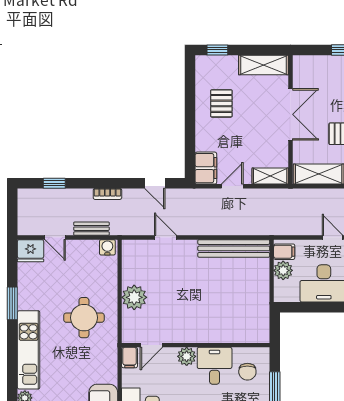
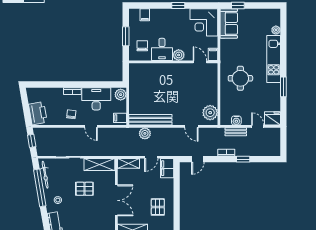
double door: (290, 114) -> (116, 200), swing flipped
window: (54, 183) -> (243, 159), moved
door: (155, 183) -> (198, 159), swing flipped
plant: (243, 226) -> (145, 133), added
water cooler: (107, 247) -> (236, 121), moved
plant: (283, 270) -> (121, 95), moved
plant: (134, 297) -> (210, 113), moved
door: (151, 345) -> (200, 62), hinge flipped

